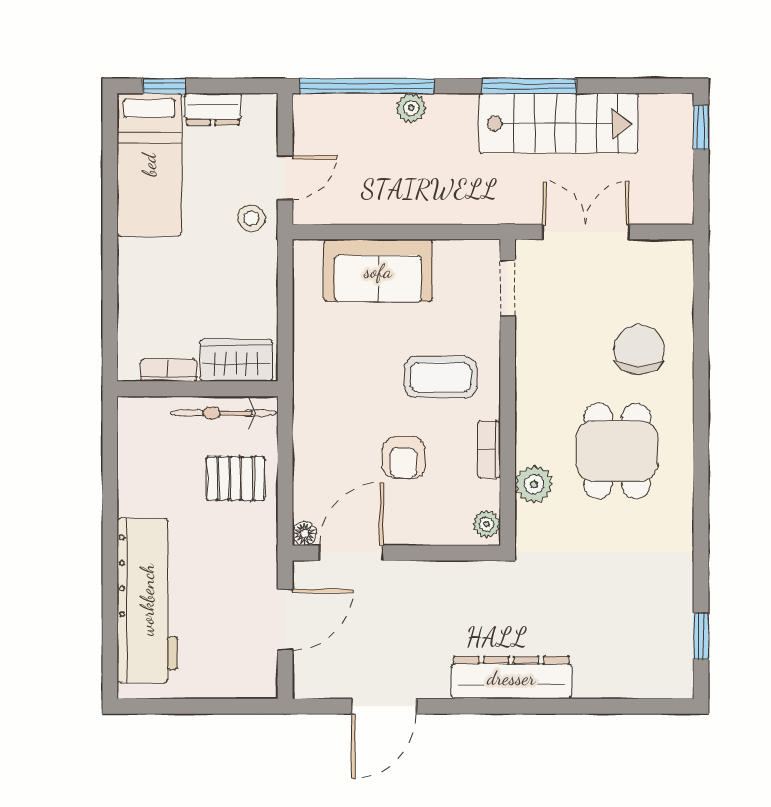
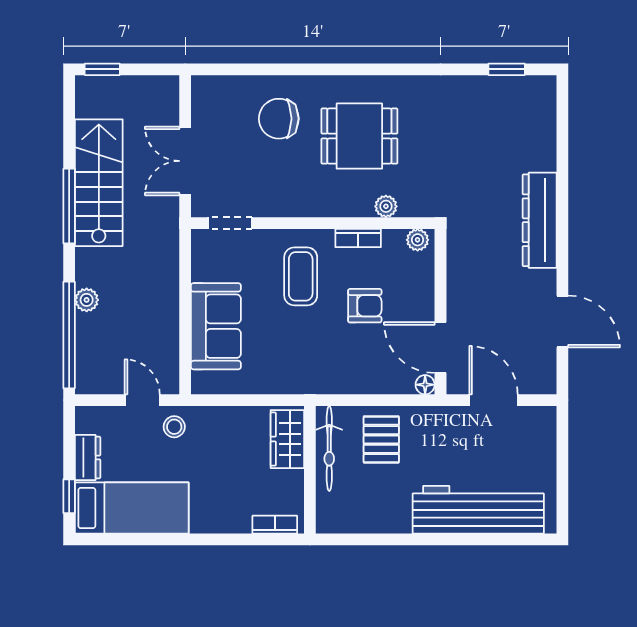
bookcase: (169, 370) -> (275, 525), moved, turned 90
plant: (534, 484) -> (386, 206), width x0.73, depth x0.73

